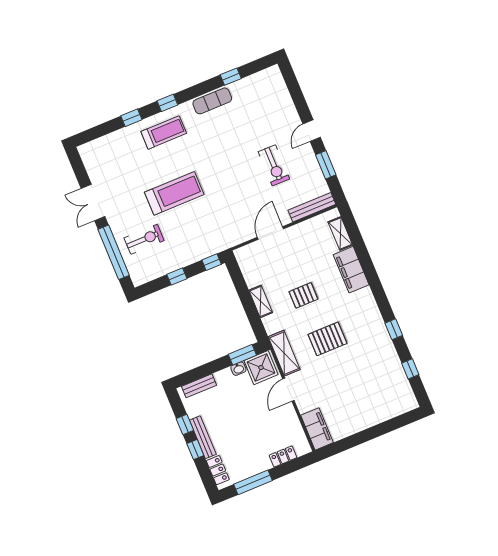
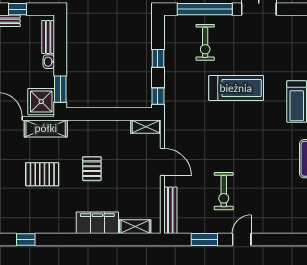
door: (312, 131) -> (242, 239), hinge flipped
exercise bike: (274, 165) -> (224, 191), turned -90
treadmill: (174, 193) -> (236, 88), turned -90
shelving: (261, 301) -> (146, 127), moved
pallet: (327, 339) -> (42, 174), turned 90
washbasin: (238, 369) -> (49, 62), moved

